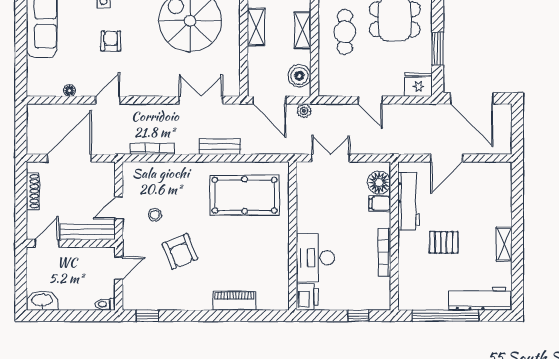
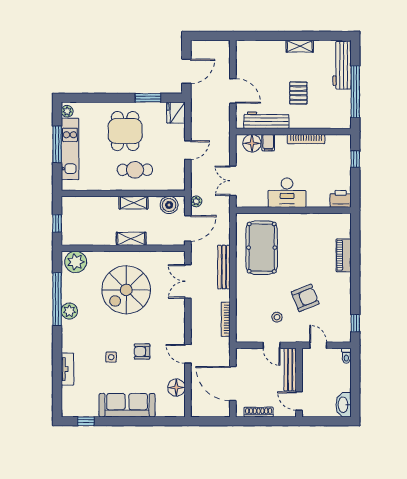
floor lamp: (70, 91) -> (176, 388), width x1.89, depth x1.89
door: (472, 98) -> (186, 71), width x0.73
bench: (220, 147) -> (224, 267), width x1.36
desk: (315, 258) -> (287, 193), moved

